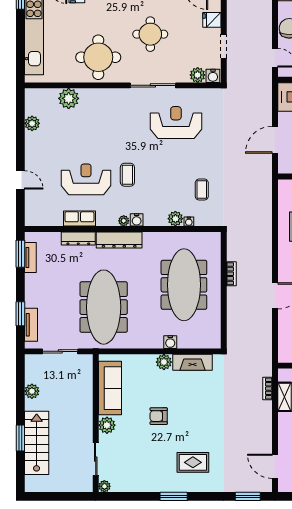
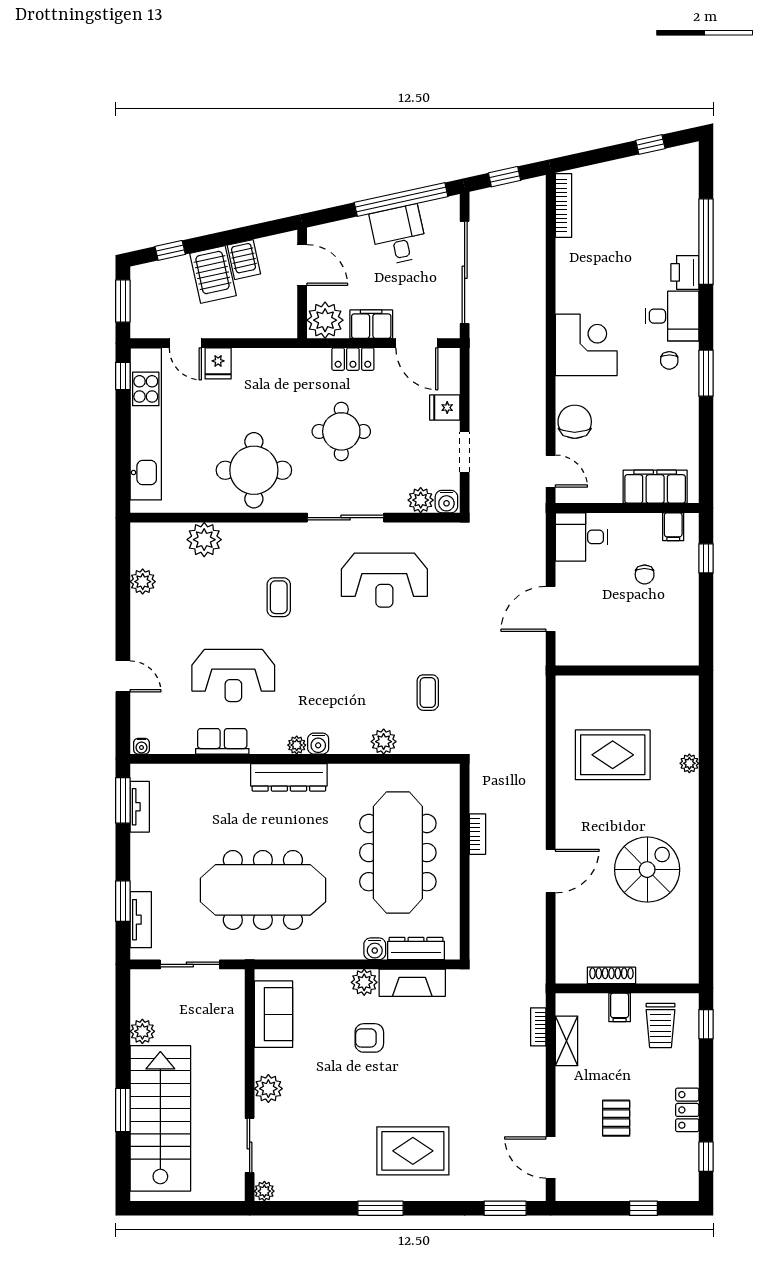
reception desk: (176, 123) -> (384, 580), turned 180
coffee table: (127, 175) -> (279, 597), moved
reception desk: (86, 179) -> (233, 675), turned 180
water cooler: (189, 221) -> (141, 746), moved
dresser: (78, 239) -> (416, 949), moved, turned 180
meeting table: (104, 307) -> (263, 890), turned 90
sofa: (110, 388) -> (274, 1014), width x0.73
armchair: (159, 416) -> (369, 1038), moved
stairs: (37, 443) -> (160, 1118), width x1.36, depth x1.51
rug: (193, 462) -> (413, 1151), width x1.36, depth x1.43

